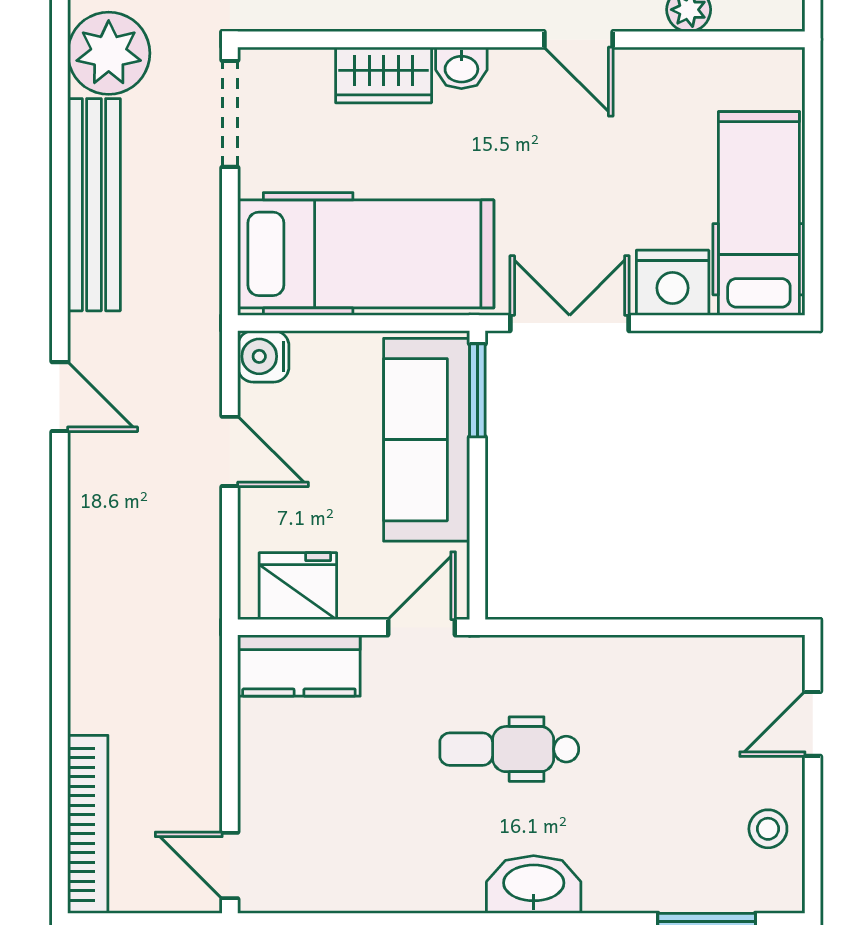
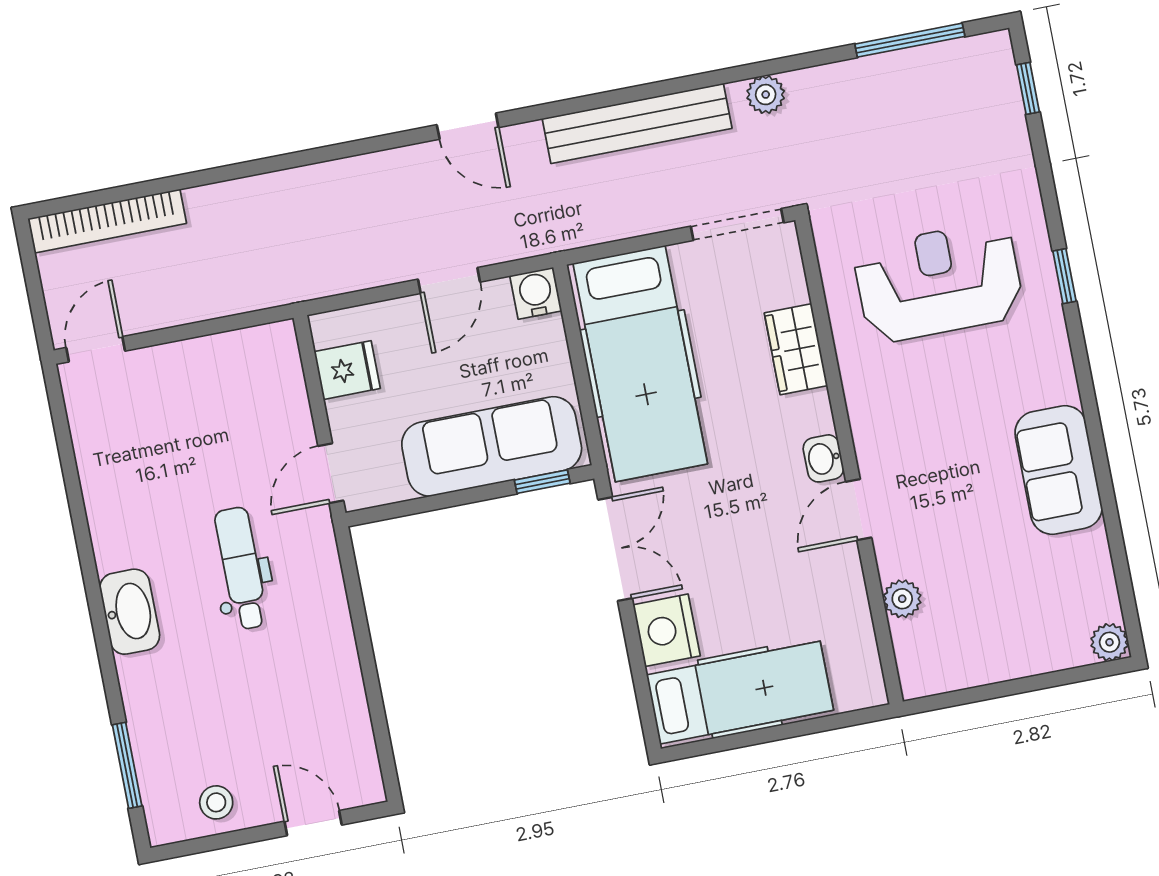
plant: (109, 53) -> (766, 95), width x0.53, depth x0.53
washbasin: (461, 68) -> (823, 458), moved
window: (477, 390) -> (542, 482), width x0.67
door: (60, 397) -> (468, 126), hinge flipped
fridge: (298, 586) -> (347, 370), width x0.72
door: (422, 627) -> (331, 473), swing flipped
kitchen counter: (299, 666) -> (278, 375), removed

